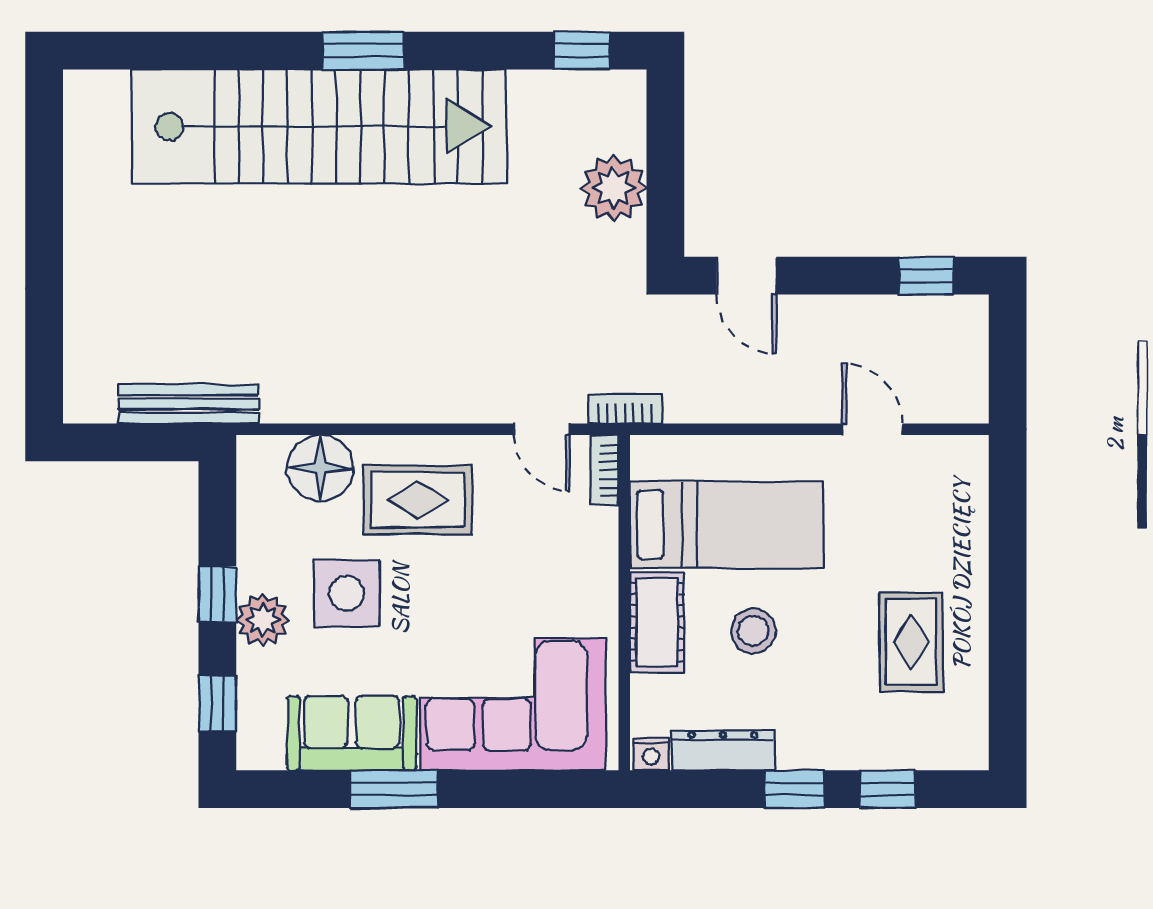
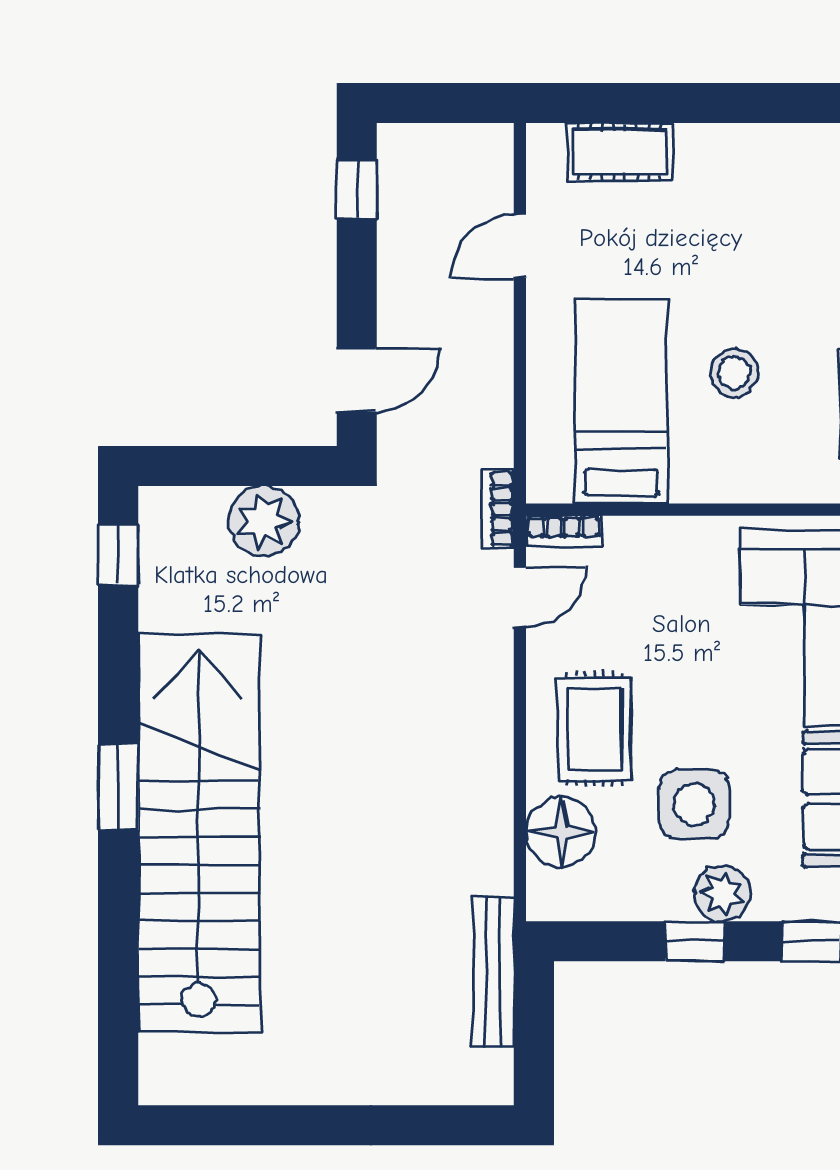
cot: (657, 622) -> (620, 152), moved
rug: (911, 642) -> (746, 205), removed

